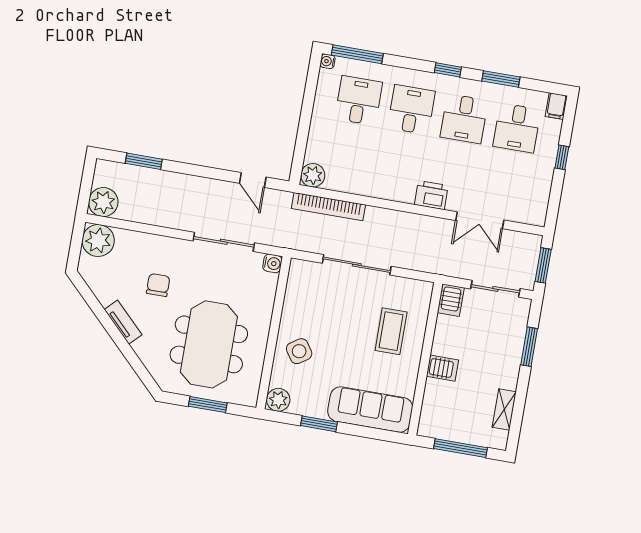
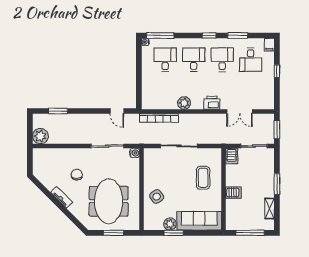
desk: (464, 119) -> (222, 60), turned 180
plant: (313, 175) -> (184, 103), moved
plant: (98, 241) -> (41, 157), removed
window: (529, 347) -> (277, 184), moved
plant: (278, 400) -> (170, 224), moved

